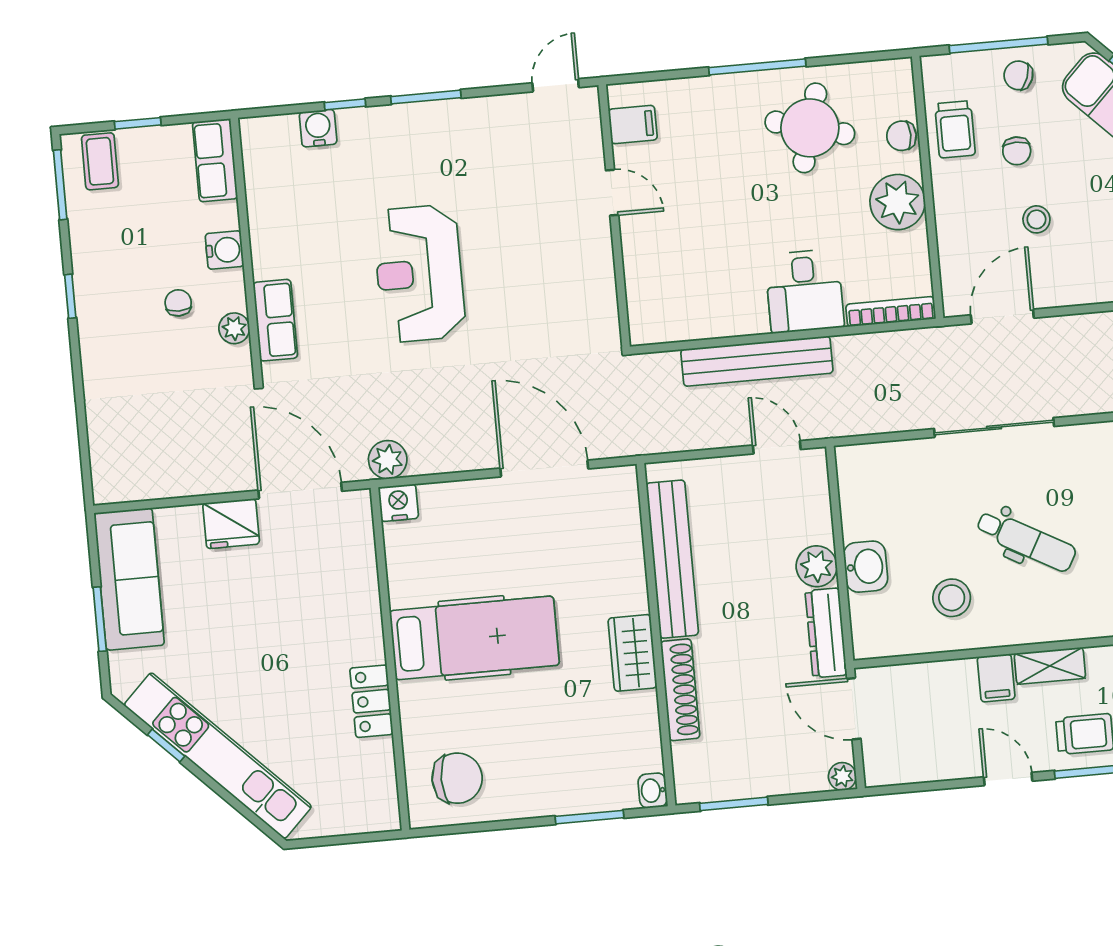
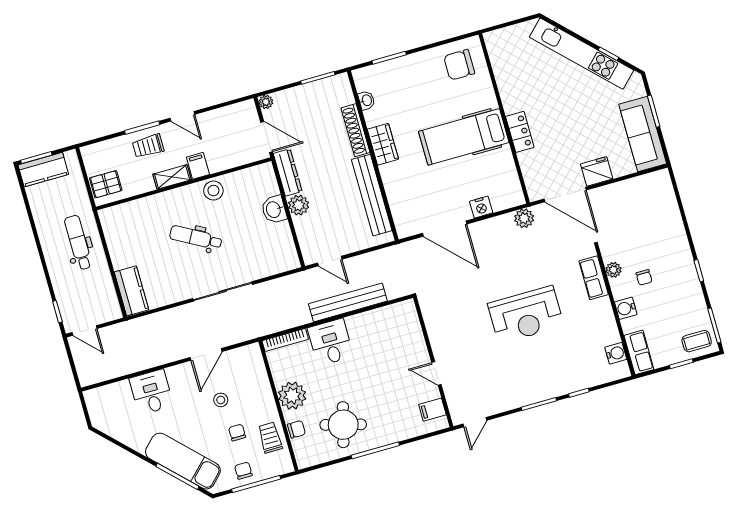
chair: (1018, 75) -> (243, 471), turned -110
water cooler: (318, 128) -> (616, 353), moved, turned -90
coffee table: (100, 161) -> (697, 341), turned 90
reception desk: (419, 274) -> (526, 315), turned 90
door: (1002, 316) -> (206, 354), moved
nightstand: (398, 503) -> (481, 207), moved
stool: (952, 598) -> (213, 191), moved
locker: (371, 701) -> (520, 132), moved
washbasin: (653, 791) -> (366, 100), moved

